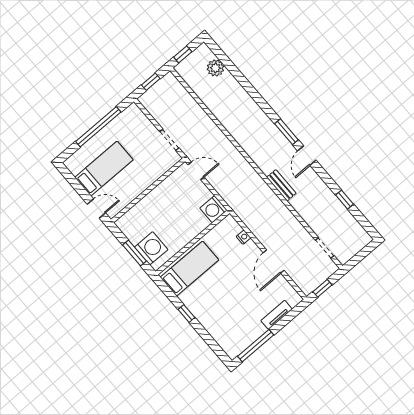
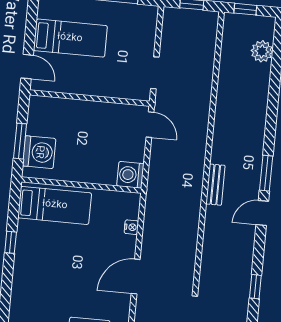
bench: (281, 185) -> (215, 185), moved

